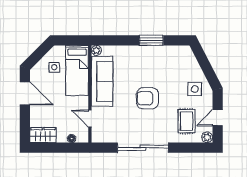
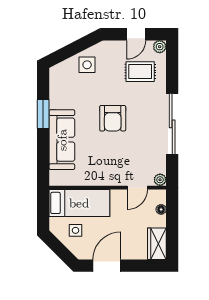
plant: (96, 50) -> (160, 180), moved
sofa: (102, 81) -> (62, 140), moved, turned 90
side table: (195, 89) -> (87, 65), moved
door: (218, 118) -> (136, 34), hinge flipped

